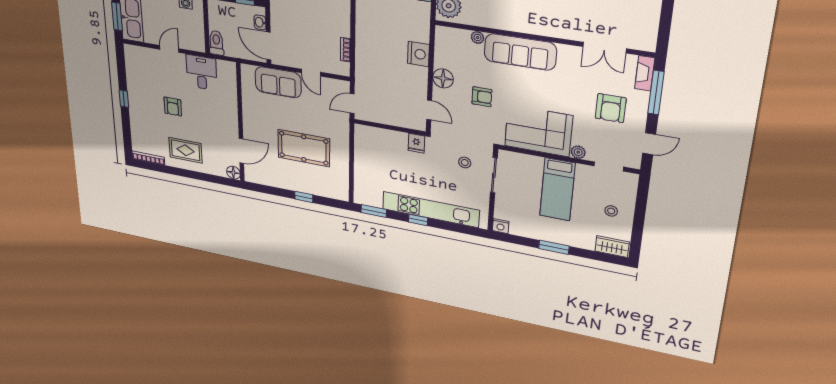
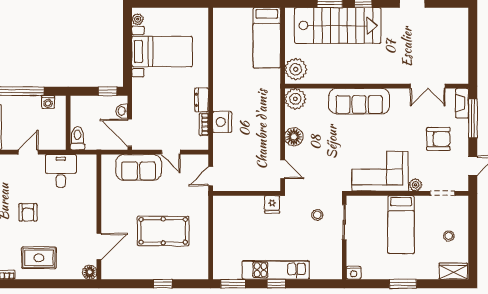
dresser: (343, 24) -> (202, 100), added
plant: (478, 38) -> (295, 99), moved, width x1.88, depth x1.88
nightstand: (418, 54) -> (222, 122), moved, turned 180
armchair: (482, 97) -> (329, 148), removed
armchair: (611, 108) -> (438, 139), turned -90
kitchen unit: (431, 209) -> (276, 270), width x0.73

